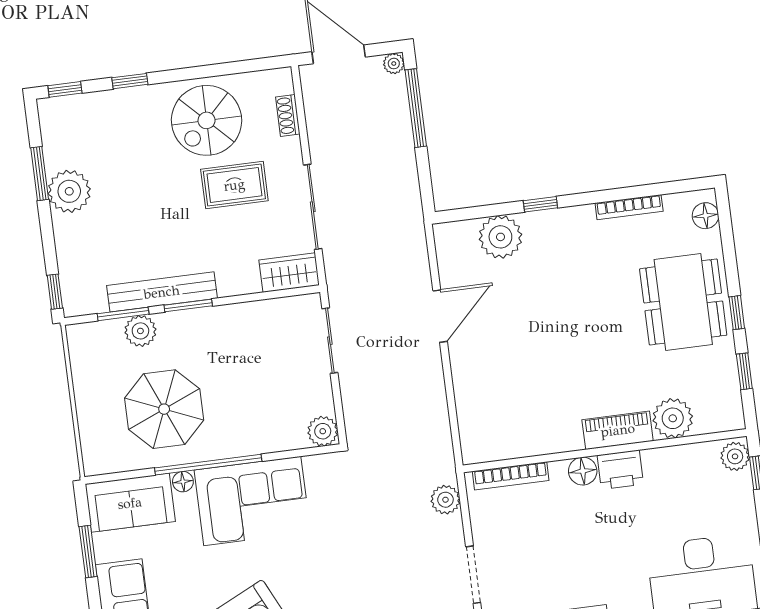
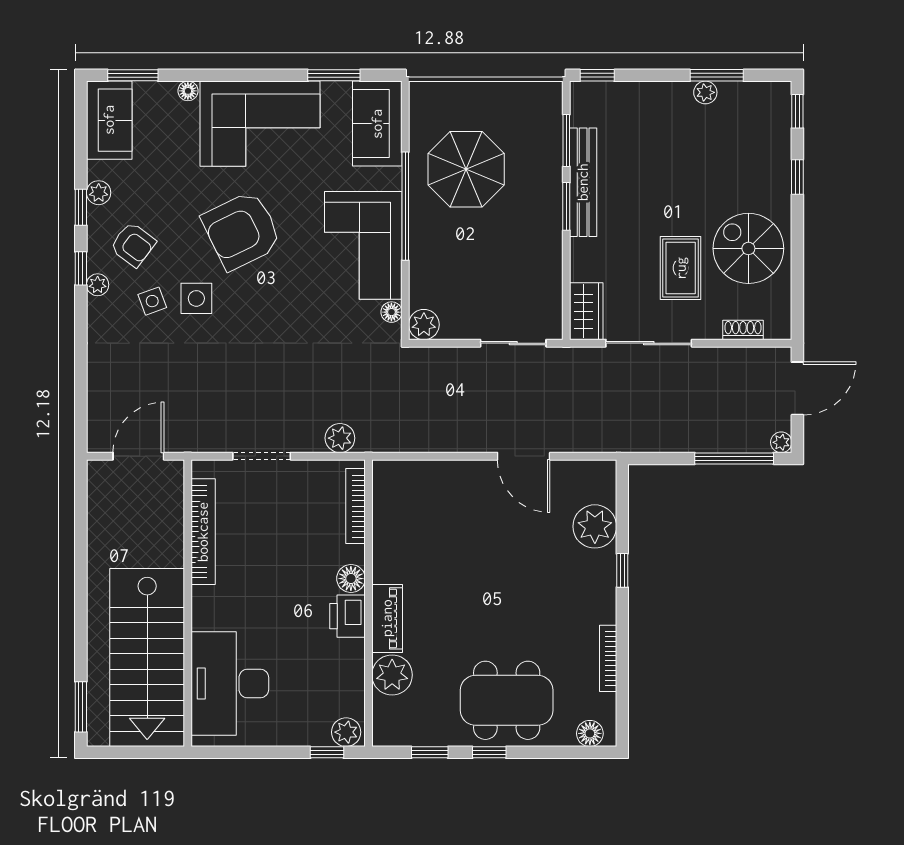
plant: (69, 191) -> (705, 92), width x0.53, depth x0.53
plant: (140, 331) -> (547, 156), removed
floor lamp: (183, 482) -> (391, 312), moved

